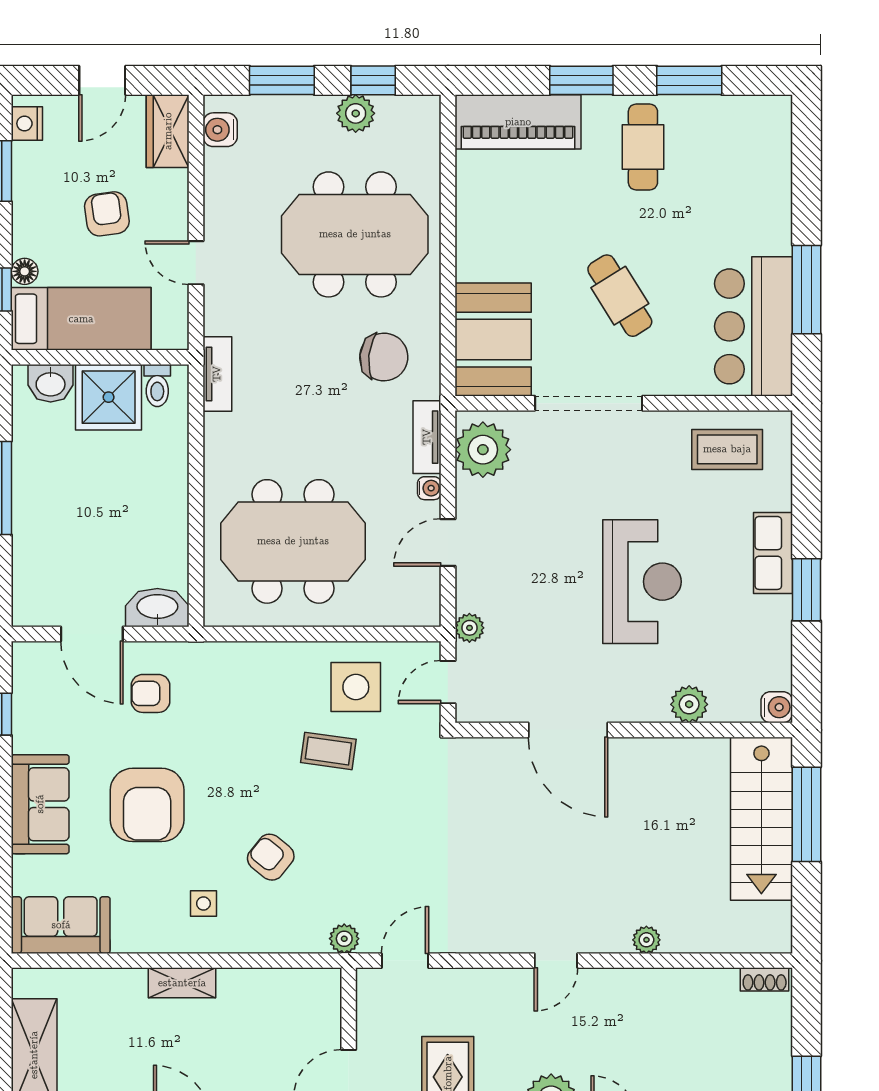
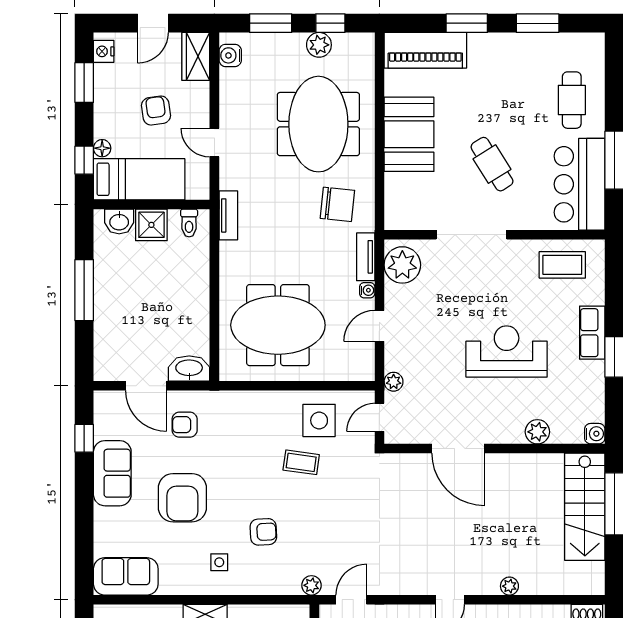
cafe table: (643, 147) -> (572, 100), moved
meeting table: (355, 234) -> (318, 124), turned 90
booth: (493, 340) -> (409, 134), moved
shower: (109, 397) -> (151, 225), width x0.73, depth x0.73
reception desk: (642, 582) -> (507, 351), turned -90
sofa: (40, 804) -> (112, 473), moved
armchair: (271, 857) -> (263, 532), turned 138

